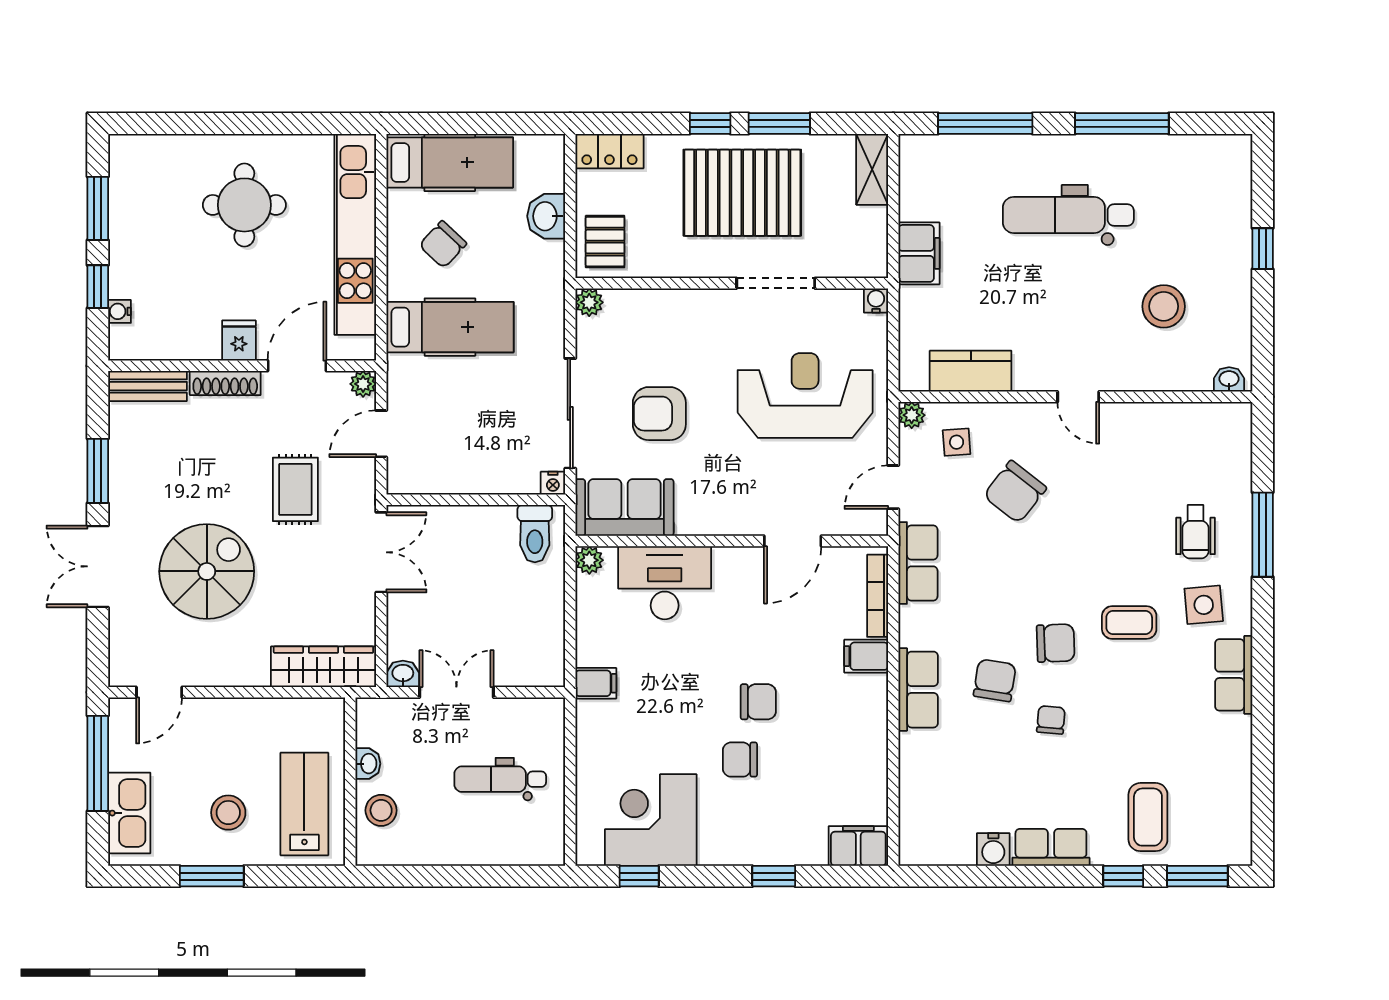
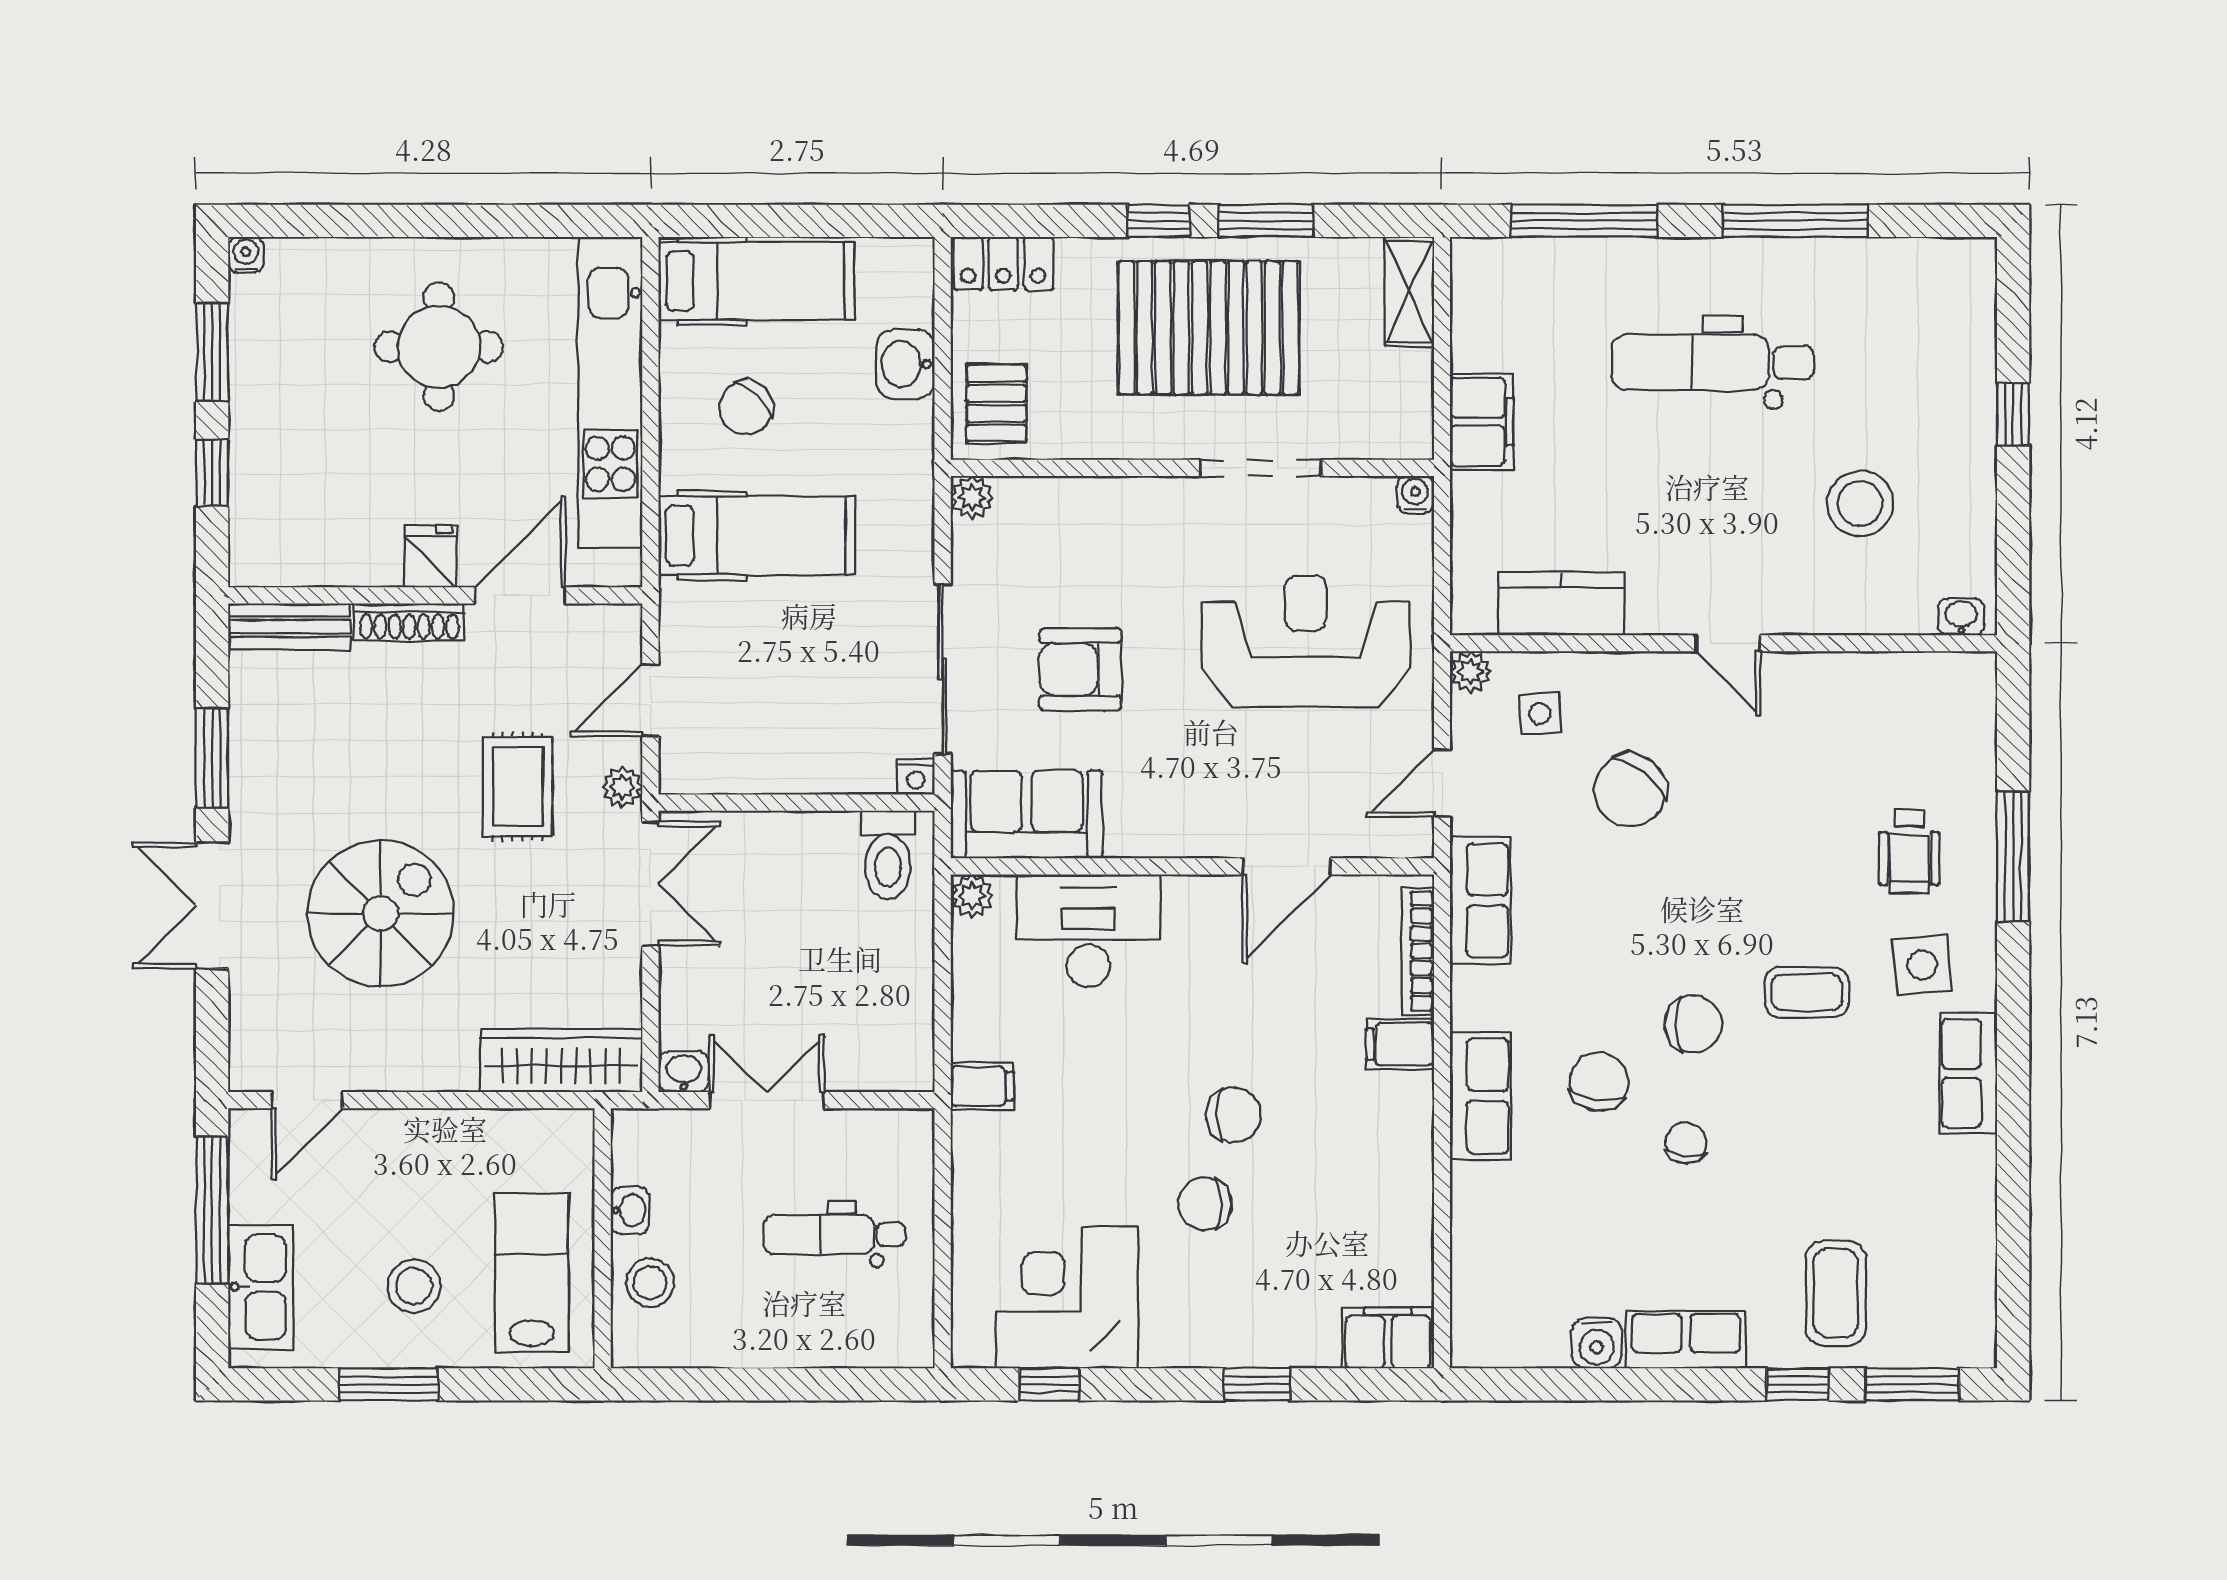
water cooler: (120, 311) -> (246, 255), moved, turned 90
plant: (363, 384) -> (622, 787), moved

